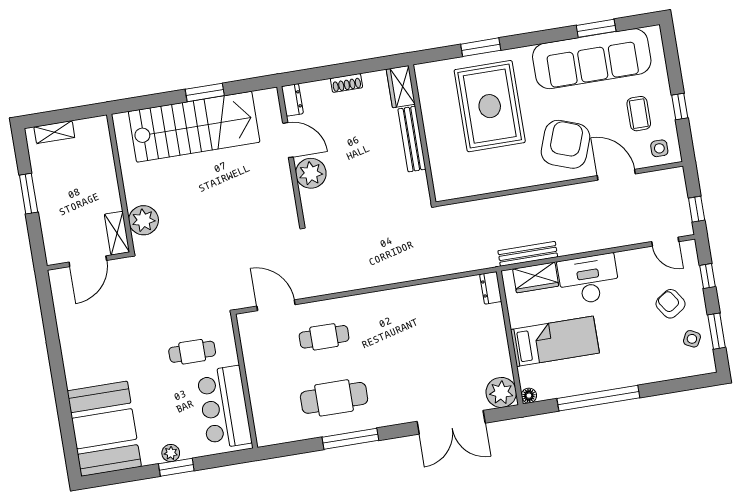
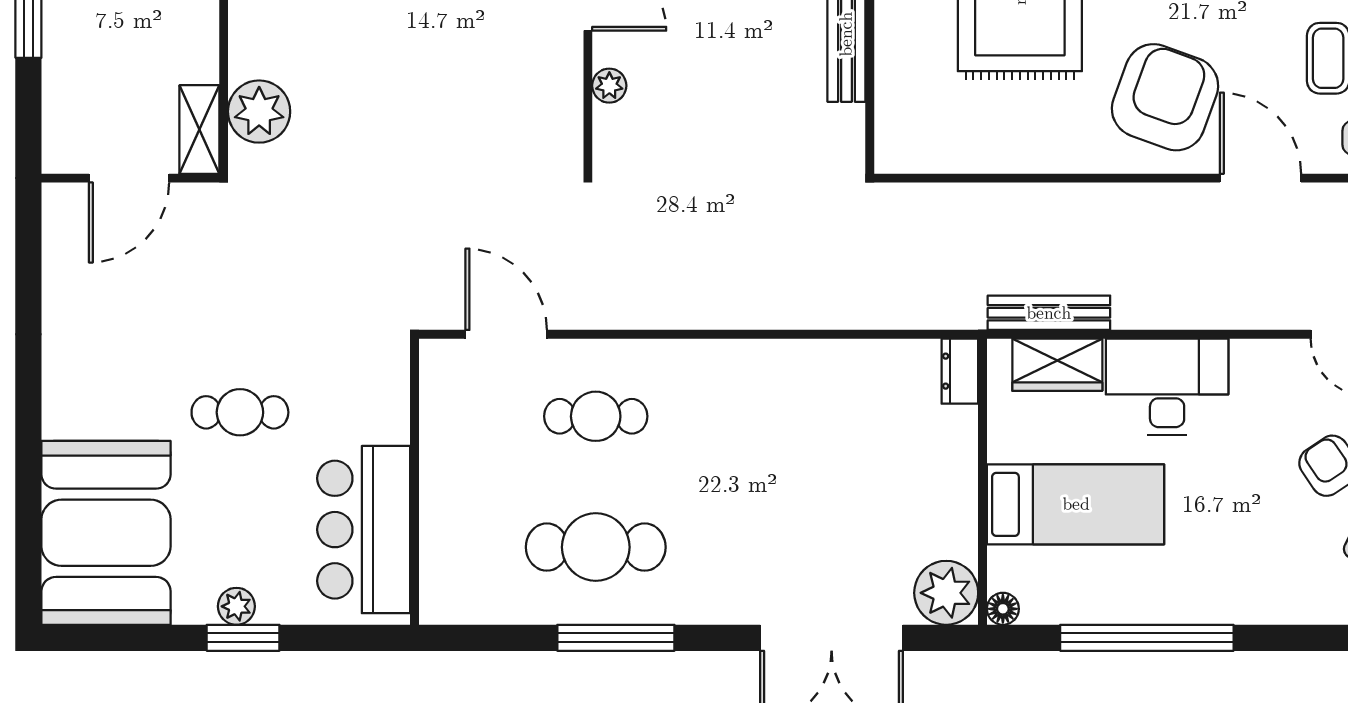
plant: (311, 173) -> (609, 86), width x0.53, depth x0.53
cafe table: (192, 352) -> (240, 412), moved

